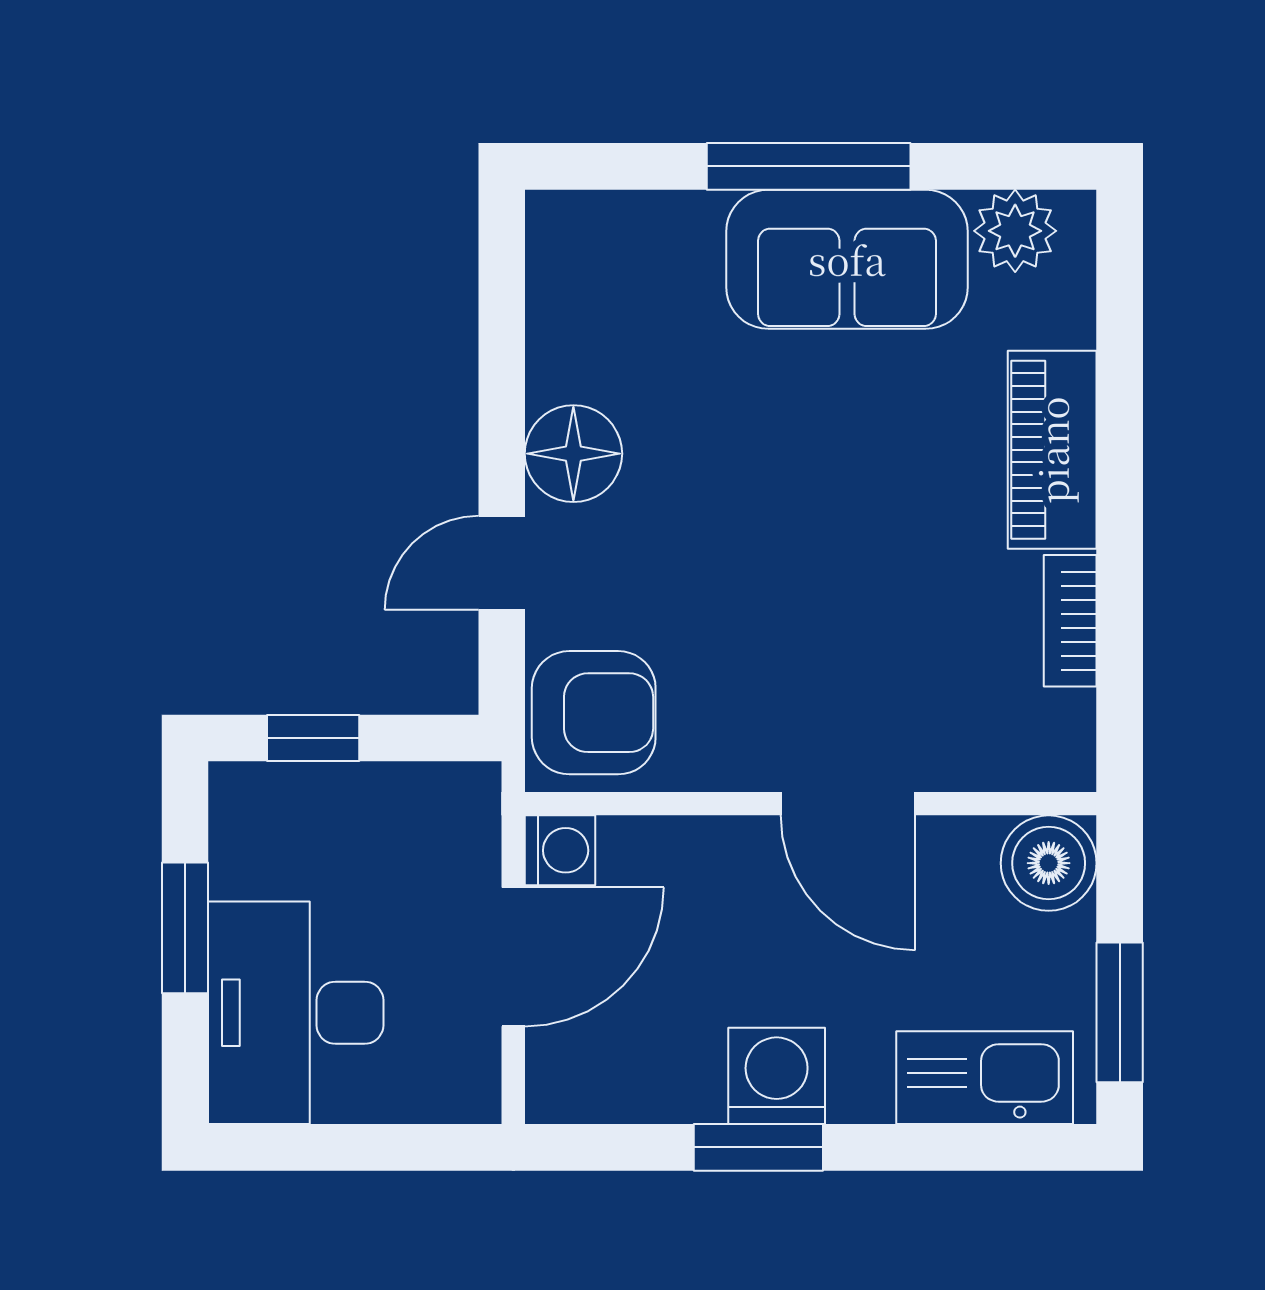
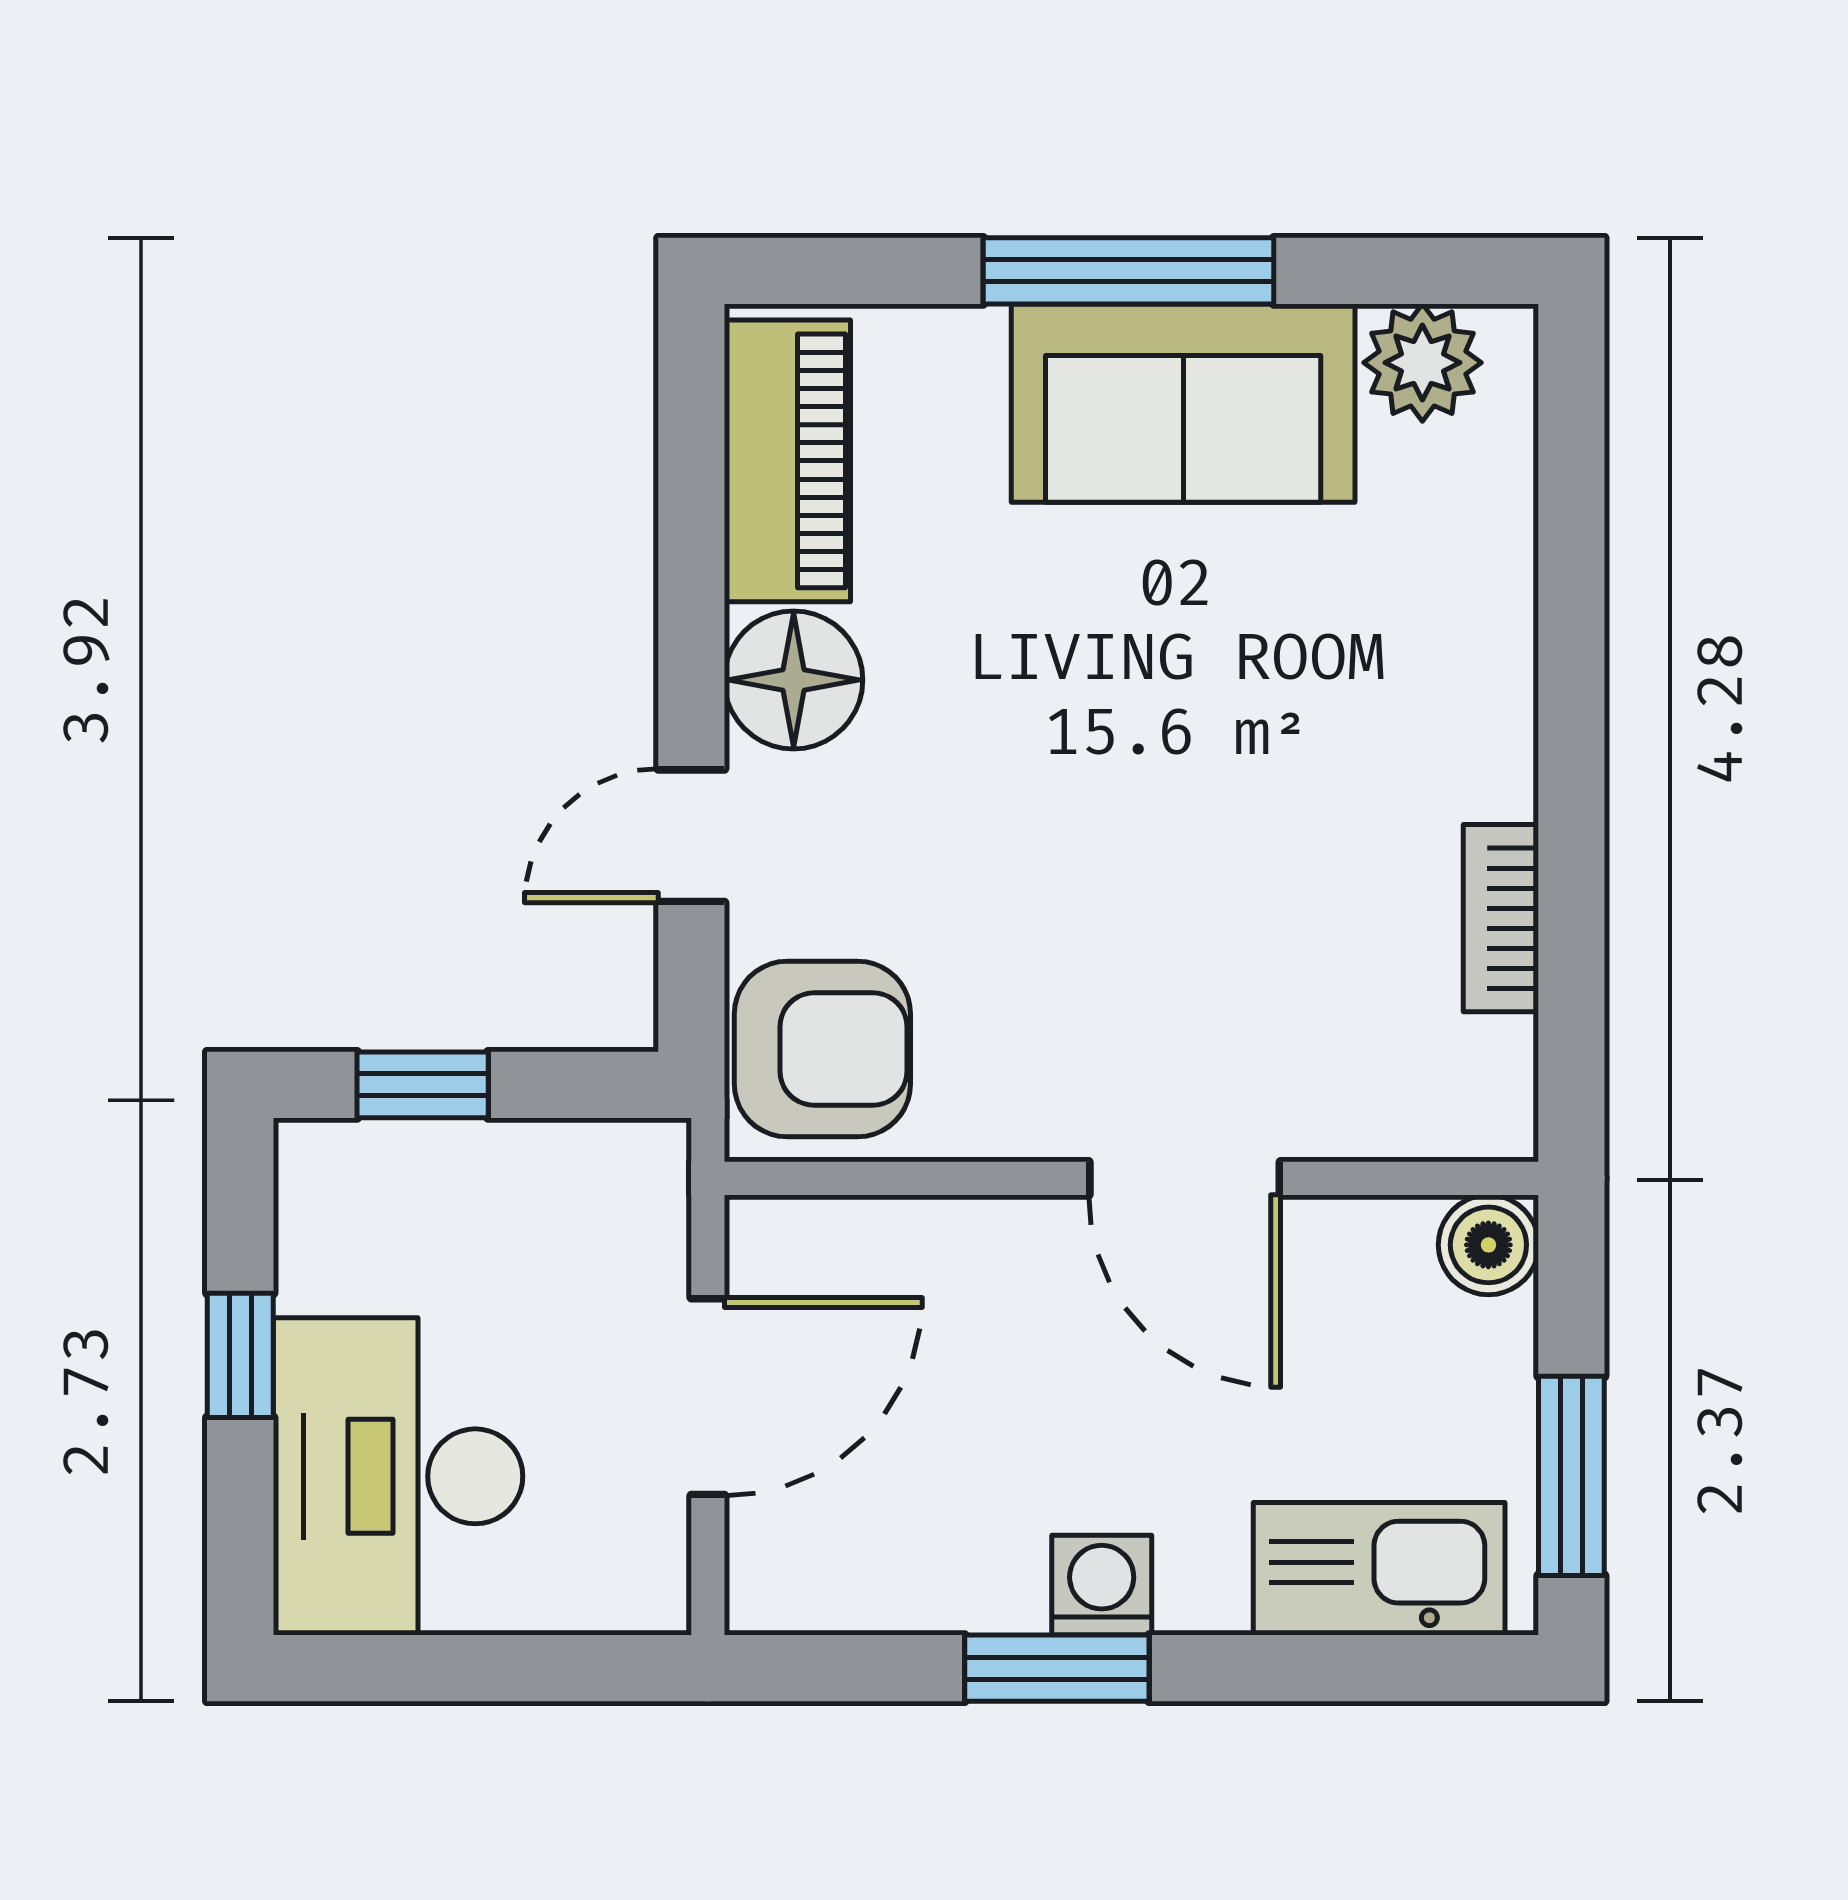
piano: (1052, 450) -> (787, 461), moved, turned 180
washing machine: (560, 850) -> (774, 1245), removed
boiler: (1049, 863) -> (1488, 1245), width x0.73, depth x0.73
window: (185, 928) -> (240, 1355), width x0.67
washing machine: (777, 1076) -> (1102, 1585), width x0.73, depth x0.73

